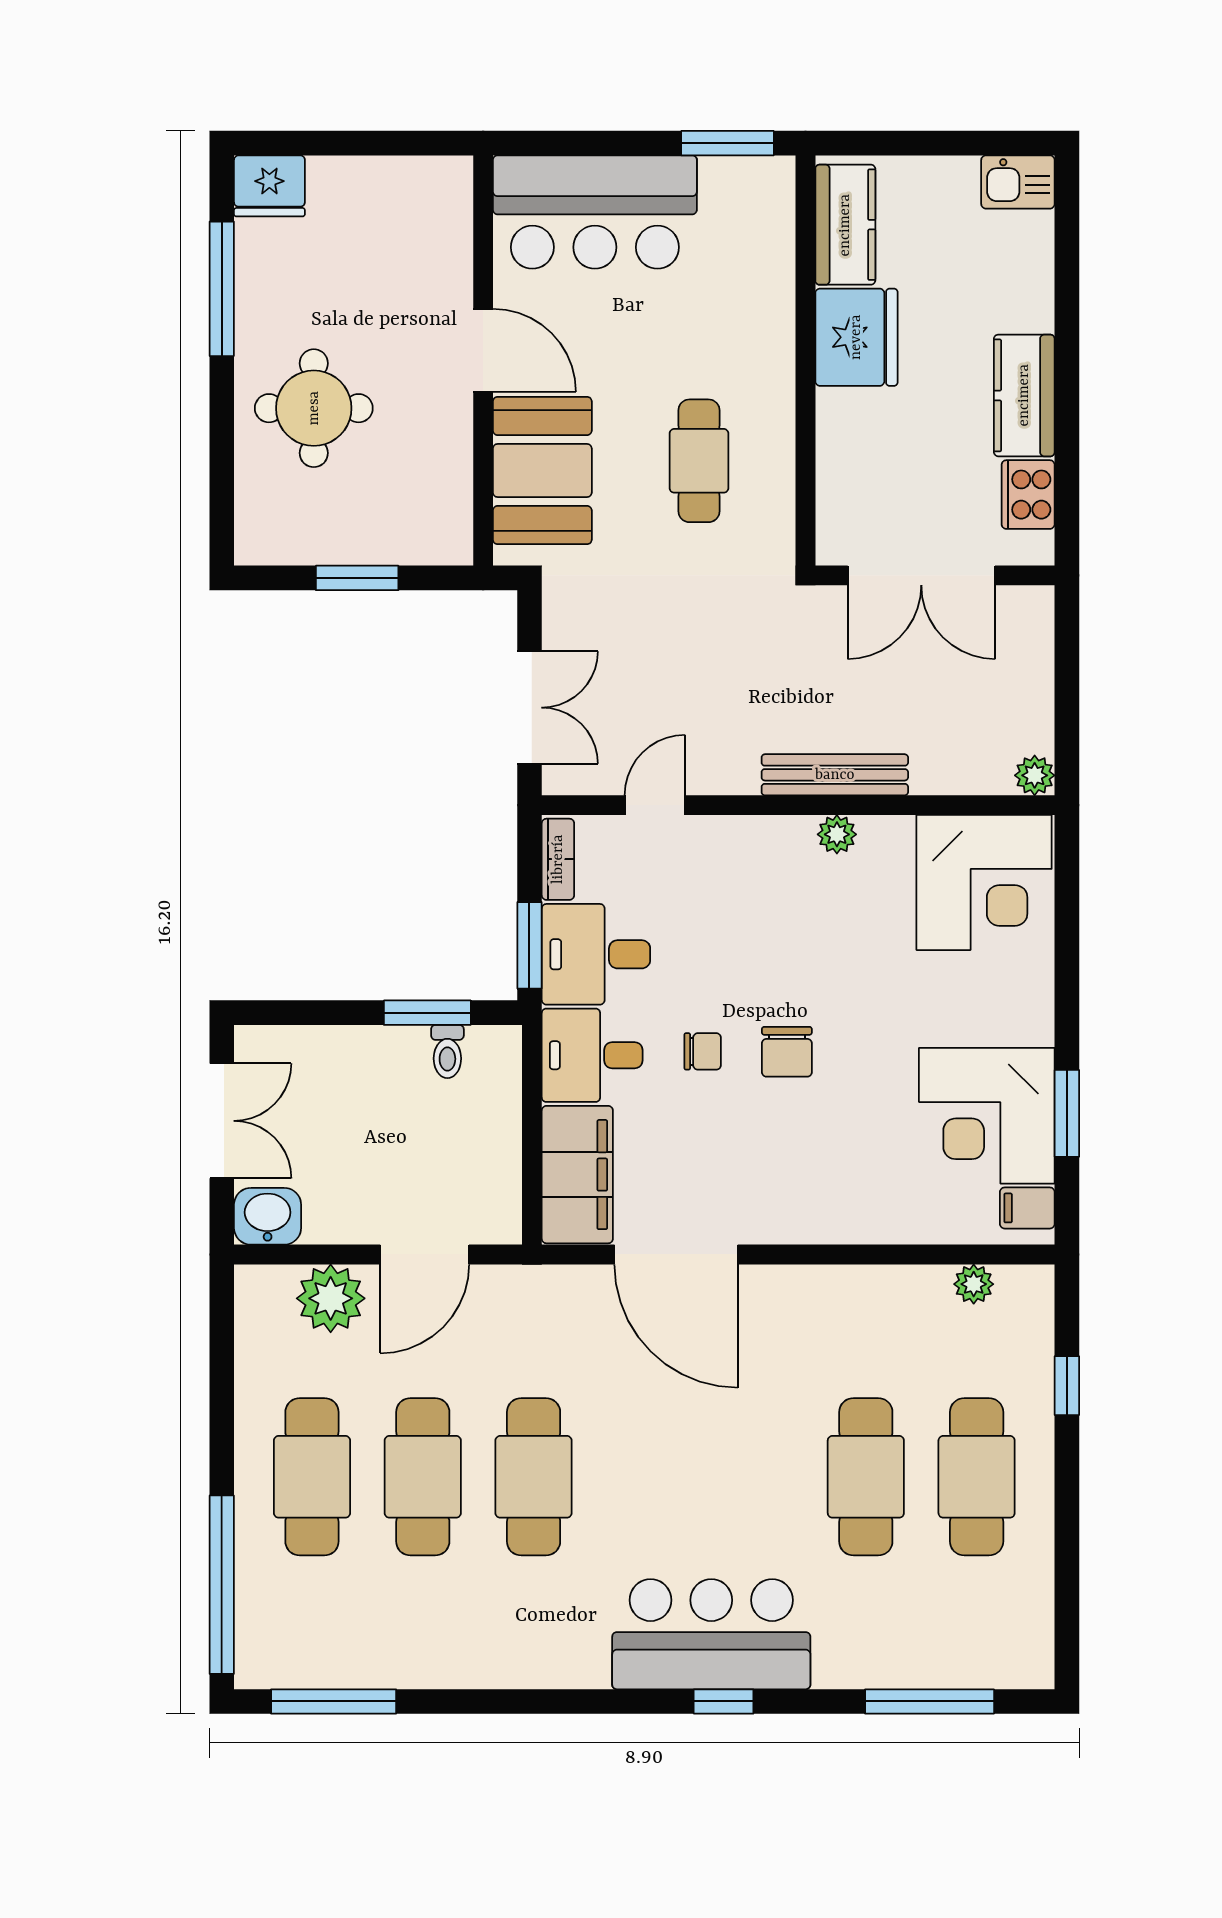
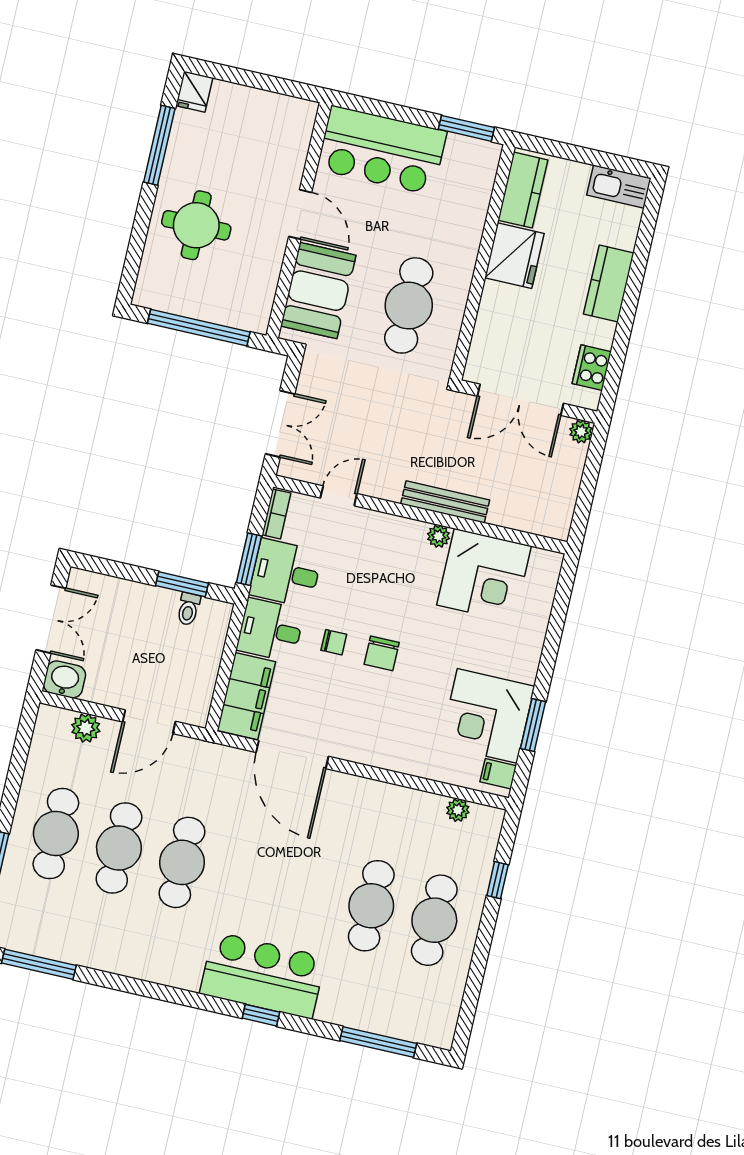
kitchen sink: (1018, 182) -> (619, 187), width x1.38
fridge: (269, 186) -> (194, 92), width x0.72
kitchen counter: (1024, 395) -> (609, 283), moved
cafe table: (699, 461) -> (409, 305), width x1.37, depth x1.35
window: (357, 578) -> (199, 328), width x2.11
plant: (1035, 775) -> (581, 432), moved
corner desk: (984, 882) -> (484, 575), moved
plant: (331, 1298) -> (86, 728), width x0.73, depth x0.73

